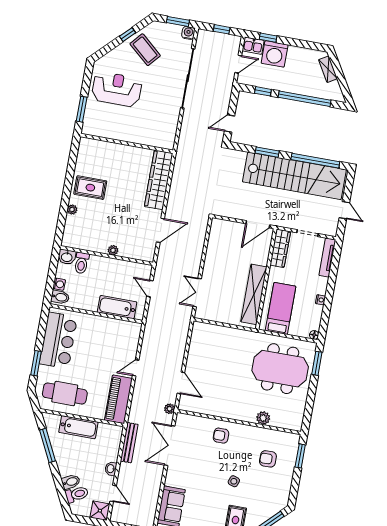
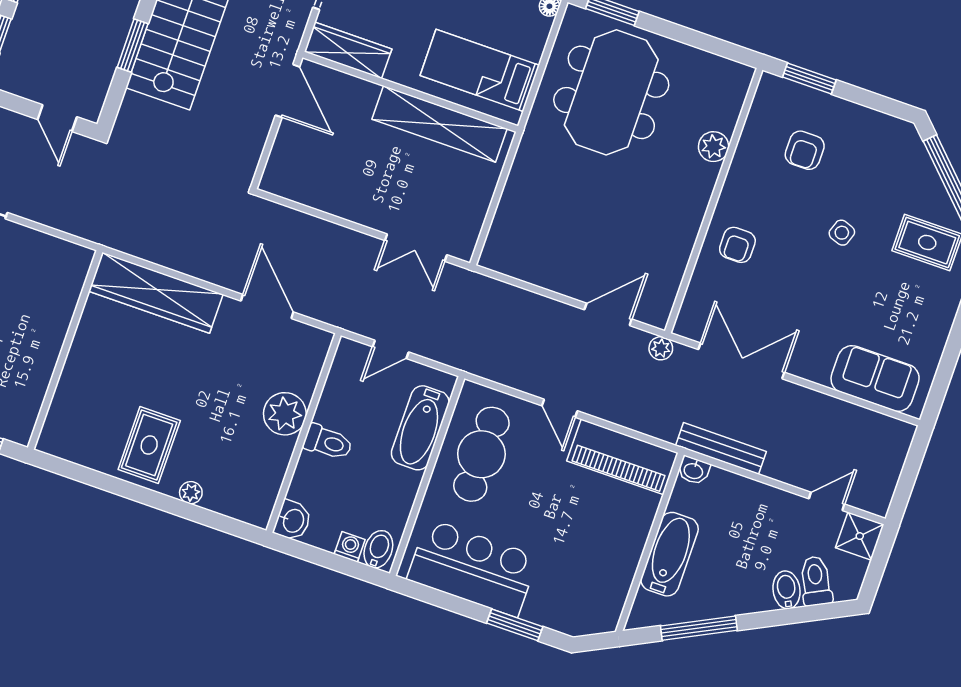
plant: (113, 250) -> (285, 414), width x1.88, depth x1.88
toilet: (82, 263) -> (328, 442), moved
cafe table: (65, 394) -> (481, 454), moved
double door: (170, 446) -> (741, 361), swing flipped
washbasin: (111, 469) -> (694, 470), moved

